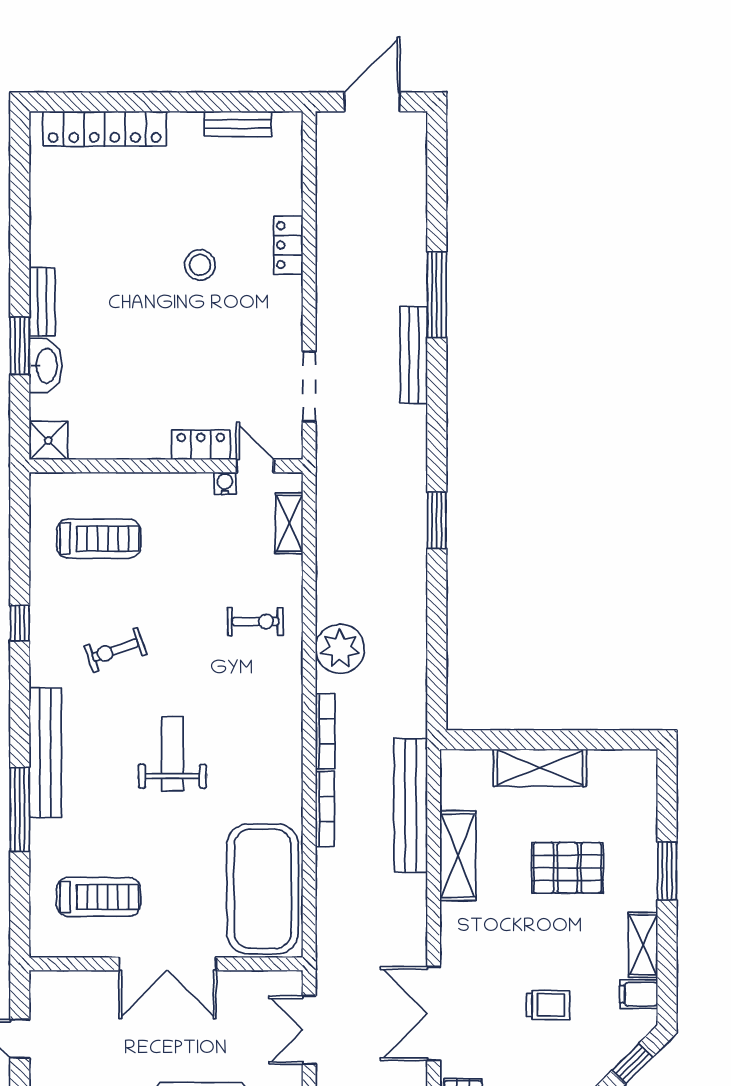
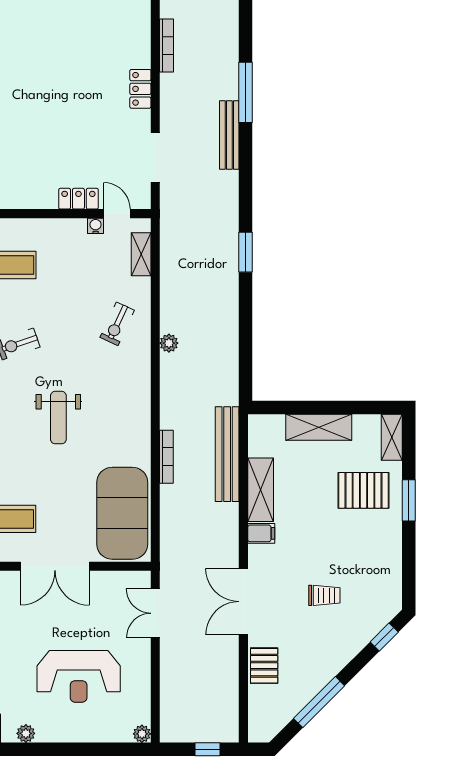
locker: (288, 245) -> (140, 89), moved
stool: (200, 265) -> (78, 71), removed
exercise bike: (255, 622) -> (117, 324), turned 115
plant: (340, 649) -> (169, 343), width x0.53, depth x0.53
bookcase: (325, 731) -> (166, 45), moved
weight bench: (172, 754) -> (58, 418), turned 180
pallet: (567, 868) -> (364, 490), moved
shelving: (643, 945) -> (392, 437), moved
filing cabinet: (639, 994) -> (261, 533), moved, turned 180

